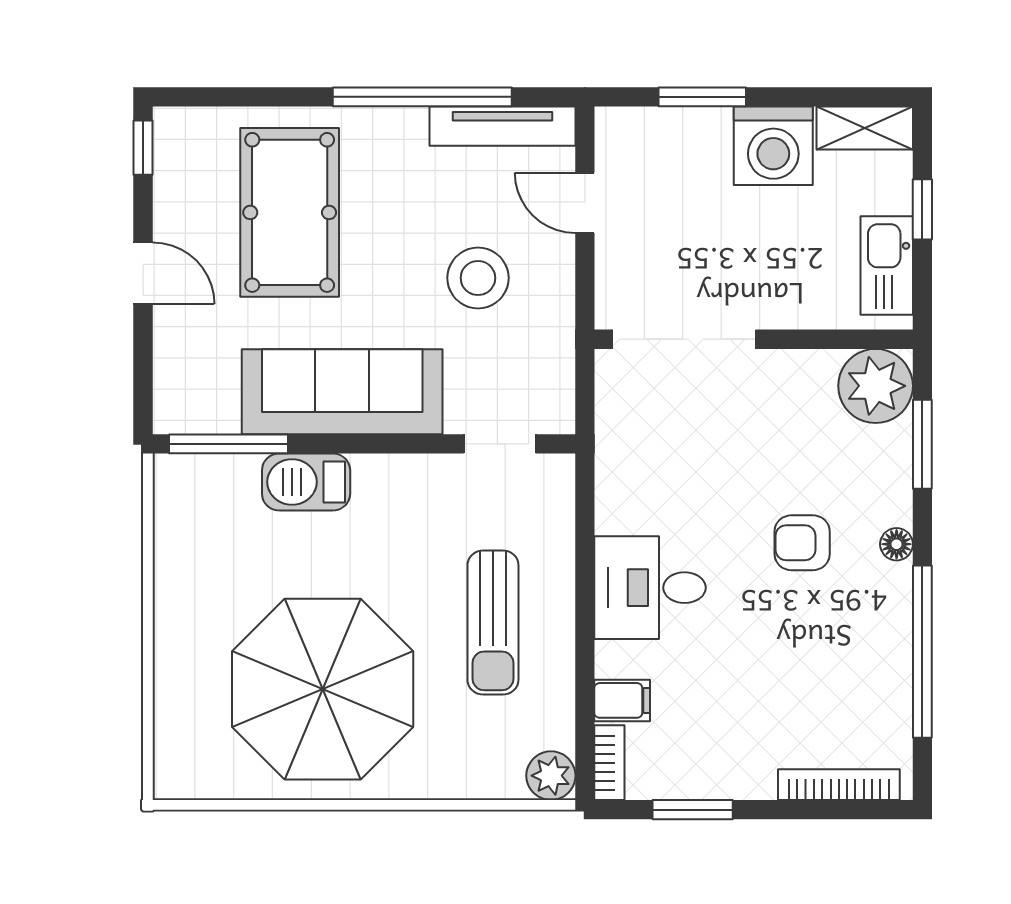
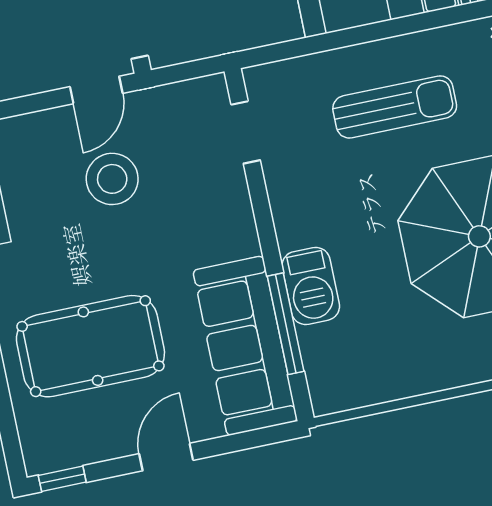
door: (585, 203) -> (96, 90), moved
sofa: (342, 392) -> (245, 346), moved
window: (228, 444) -> (286, 324), moved

